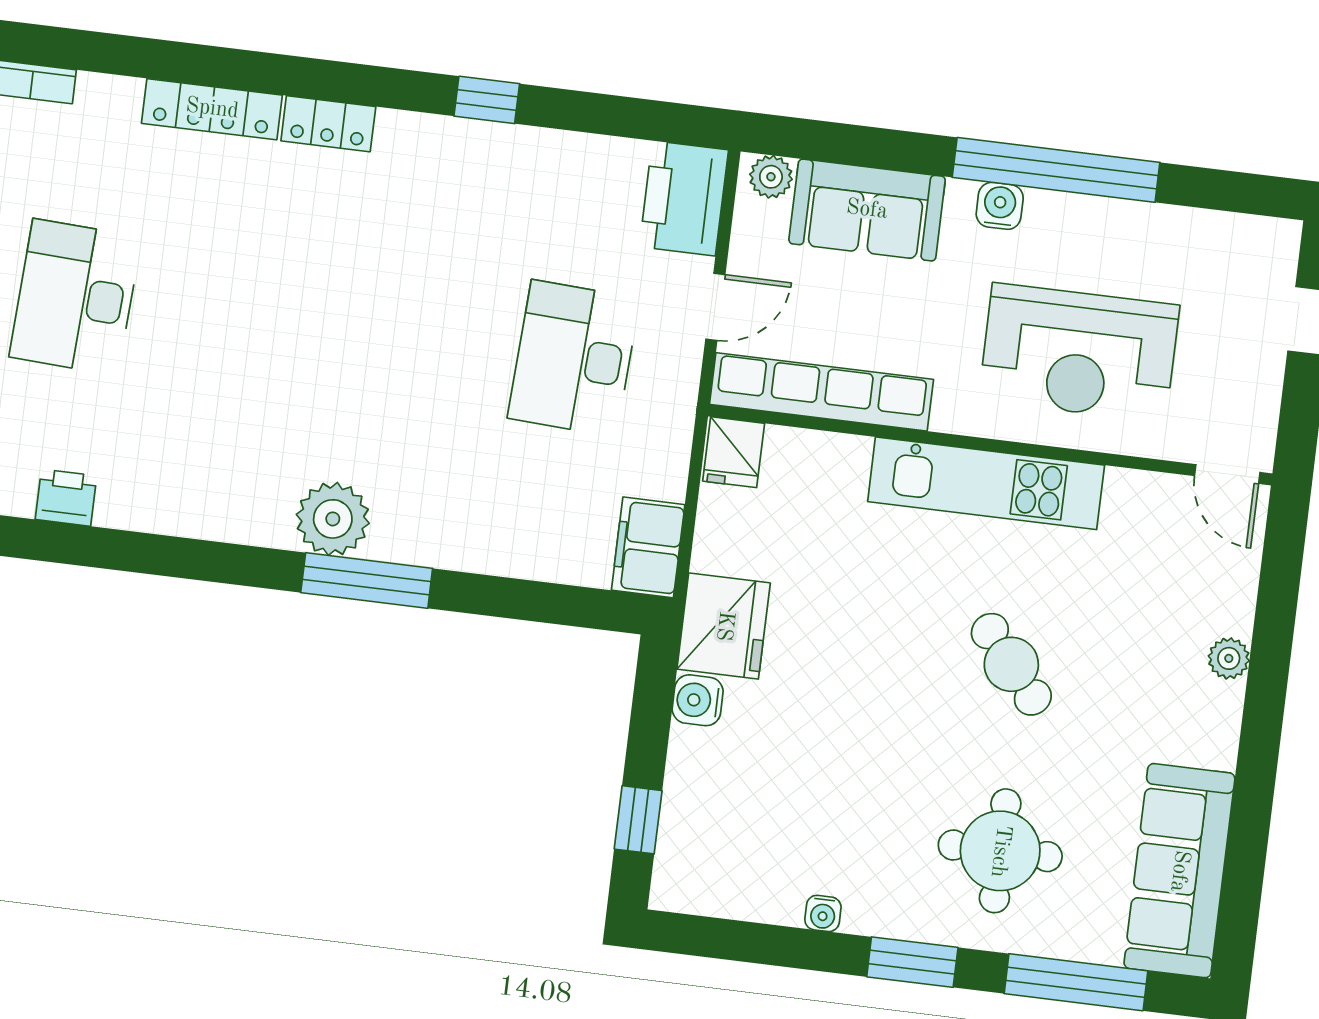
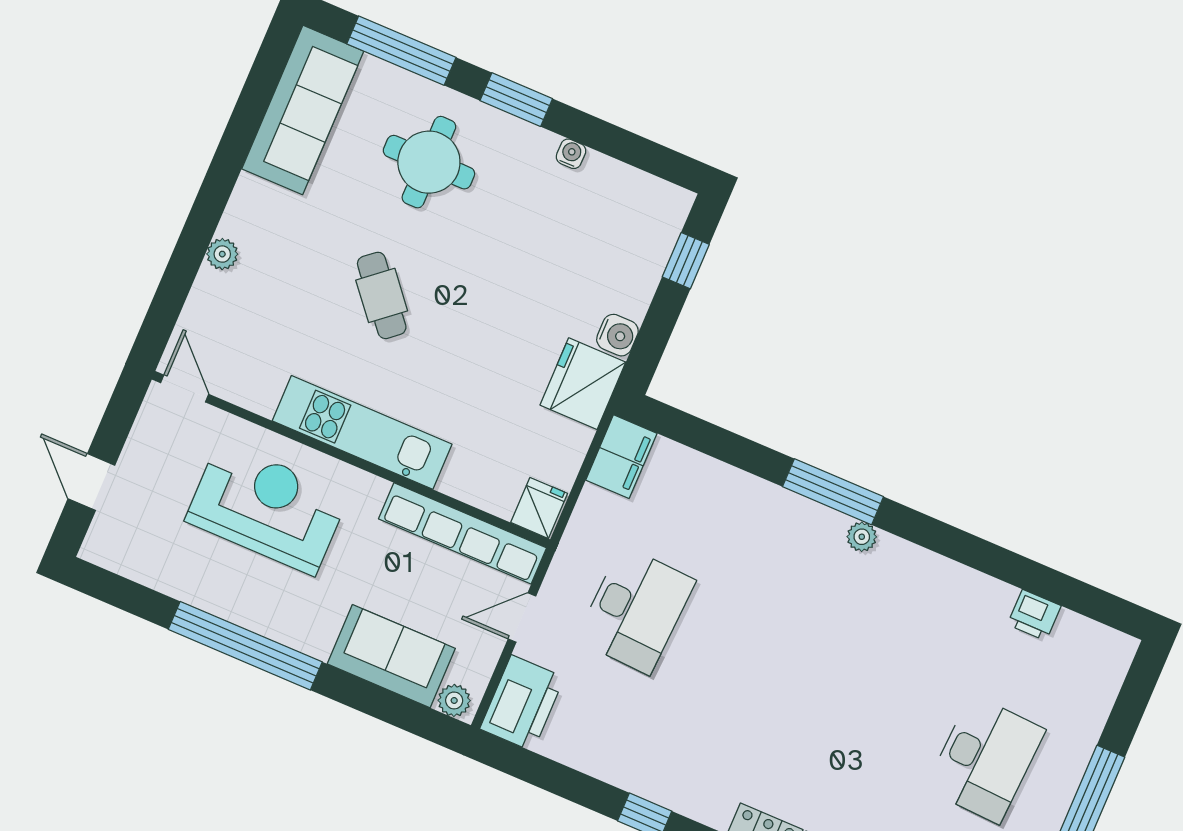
water cooler: (1000, 206) -> (294, 631), removed
plant: (333, 519) -> (862, 537), width x0.53, depth x0.53

